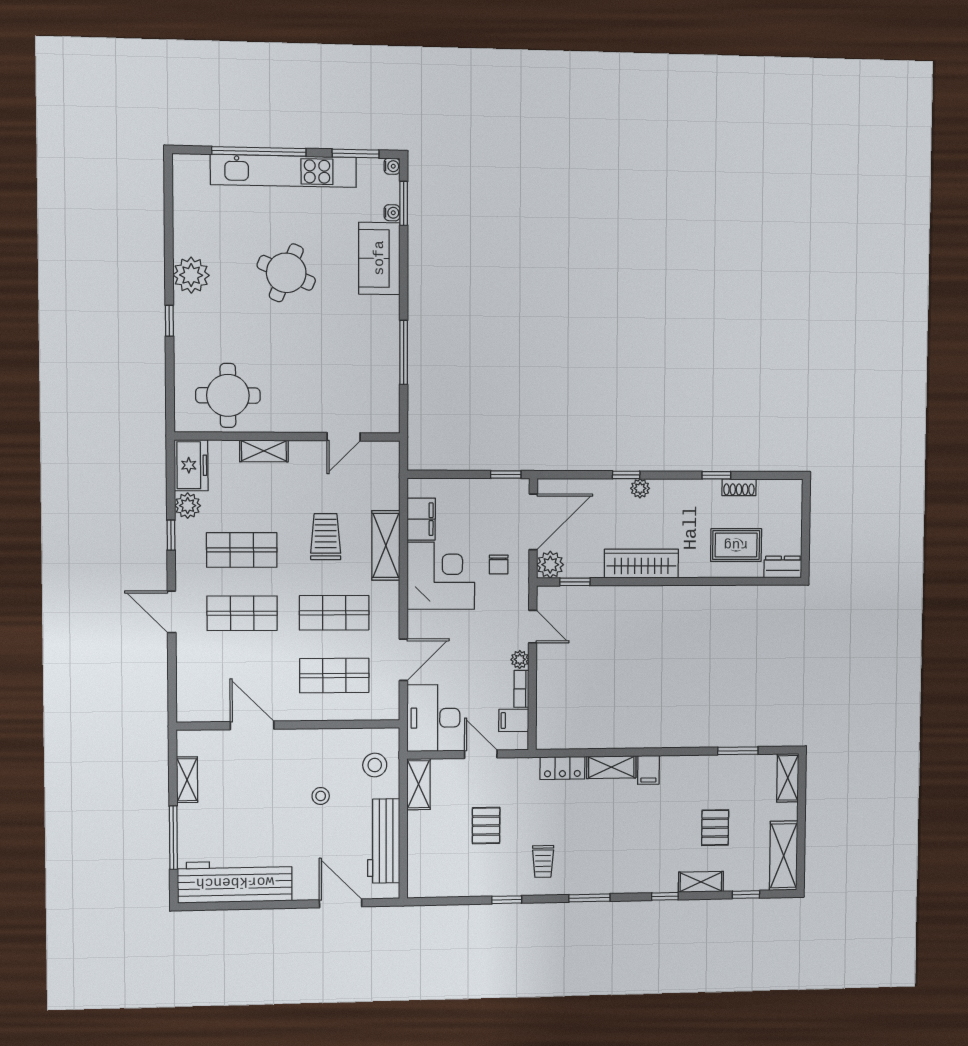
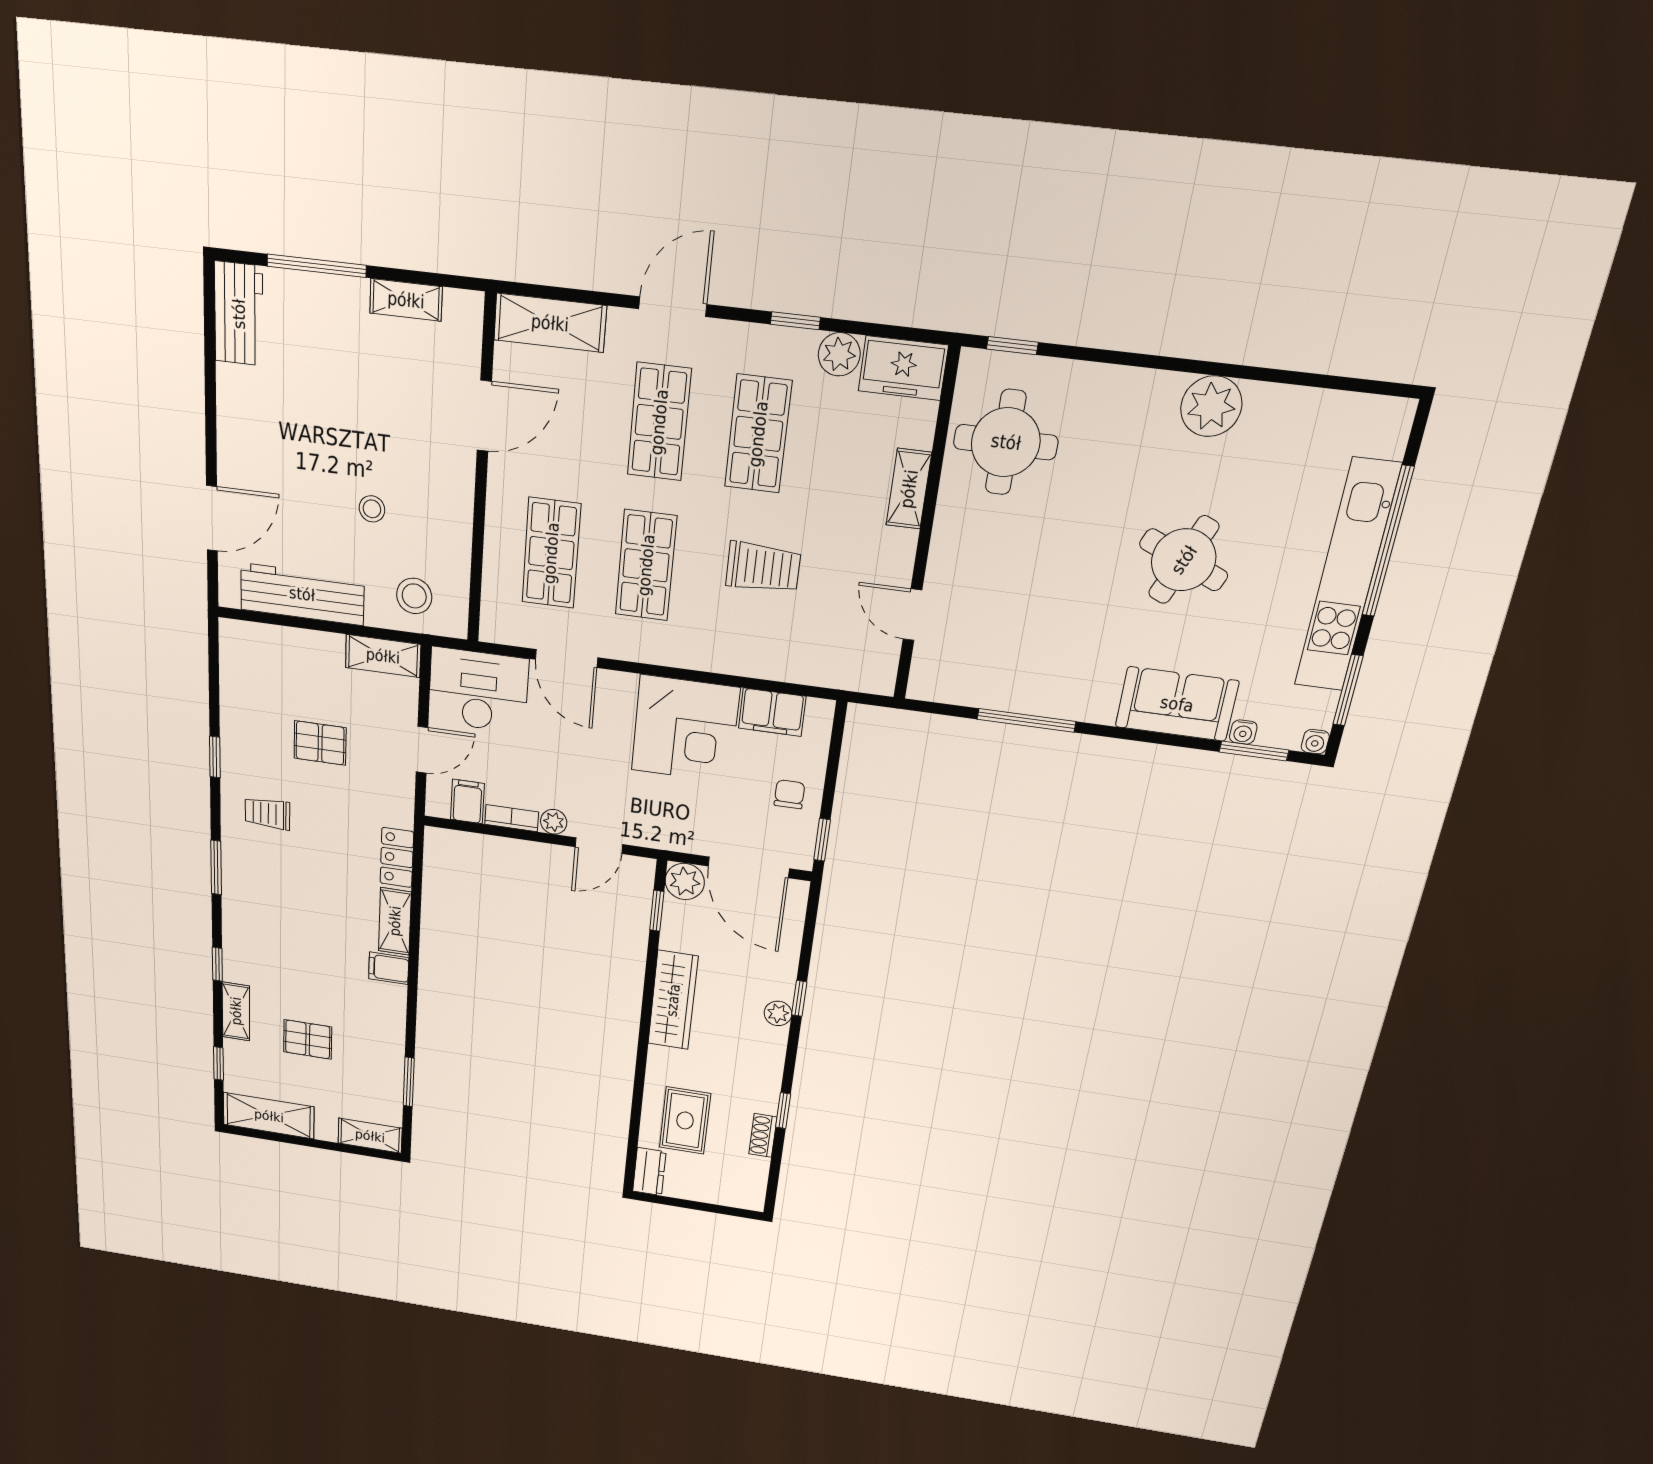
window: (169, 321) -> (1012, 346), moved
shelving: (386, 545) -> (550, 323), moved
chair: (499, 564) -> (789, 794), moved, turned 90
workbench: (235, 882) -> (239, 314), width x0.53, depth x0.76

